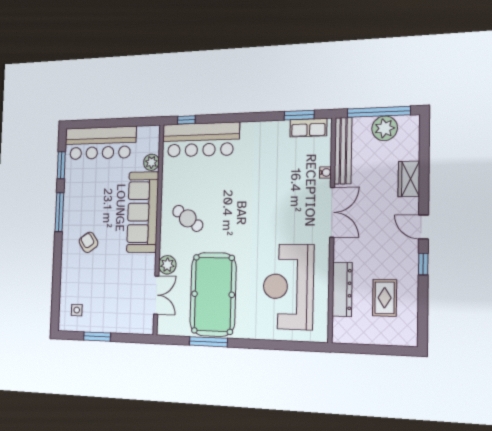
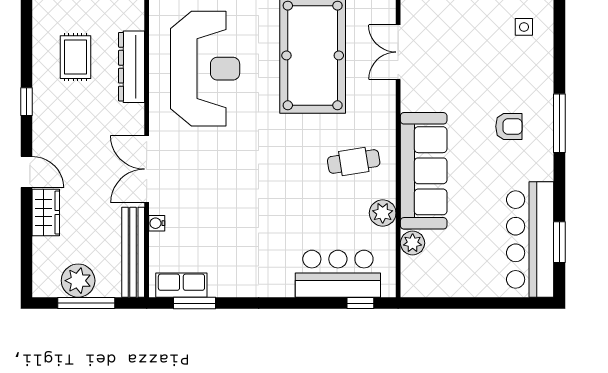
window: (379, 112) -> (86, 303), width x0.68
bar counter: (200, 140) -> (338, 274), width x0.73
bar counter: (100, 143) -> (530, 240), moved, turned -90
window: (59, 212) -> (559, 123), moved
cafe table: (188, 218) -> (354, 162), turned -44
door: (424, 227) -> (27, 172), moved
armchair: (89, 242) -> (509, 126), turned -55
plant: (167, 265) -> (383, 213), moved

